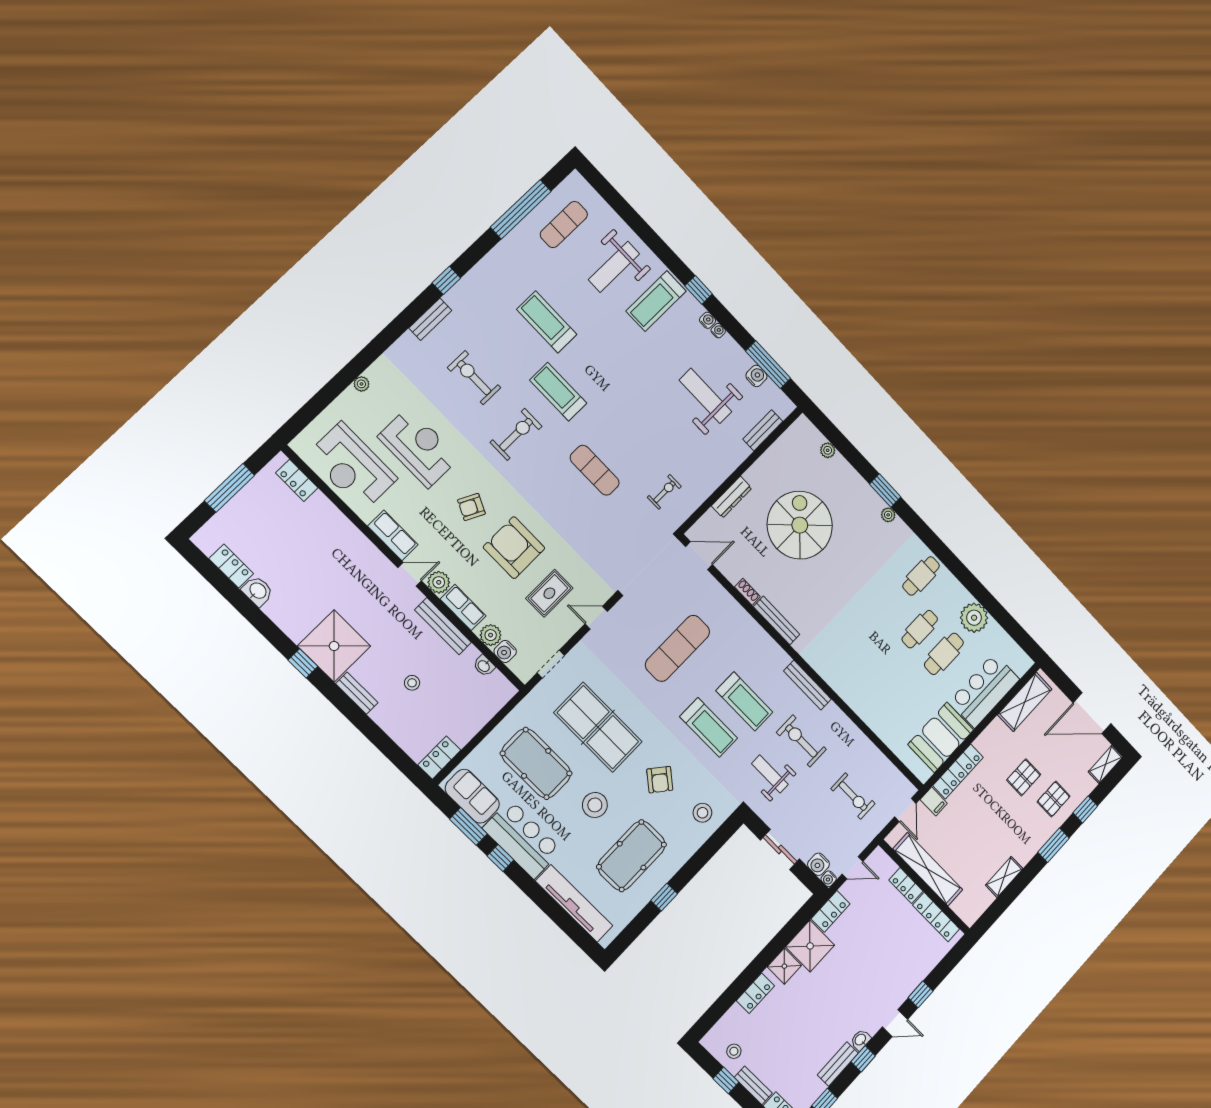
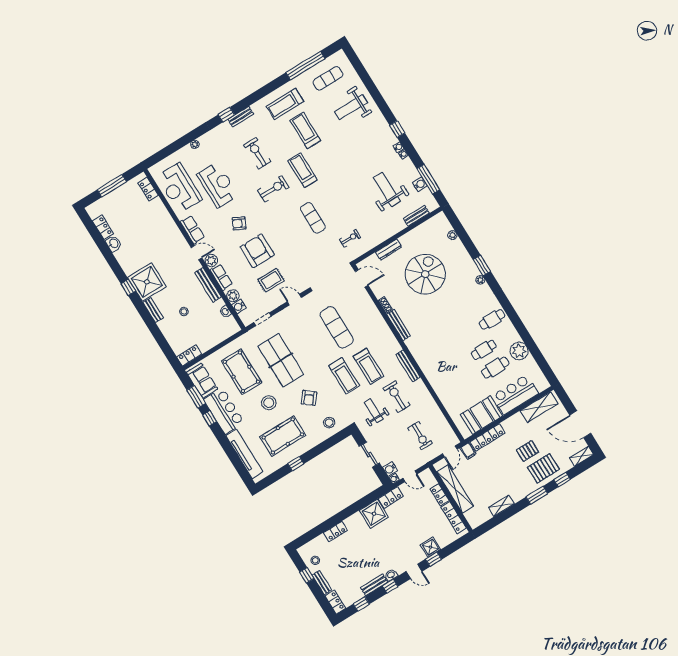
window: (446, 280) -> (226, 115), moved
treadmill: (656, 301) -> (285, 104), moved
exercise mat: (678, 648) -> (337, 327), turned 90
pallet: (1054, 799) -> (543, 468), width x1.50, depth x1.42
shower: (784, 966) -> (430, 547), moved

